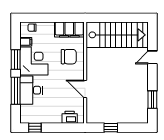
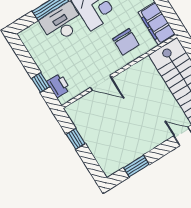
door: (85, 89) -> (101, 83), swing flipped
window: (35, 128) -> (41, 82), moved

